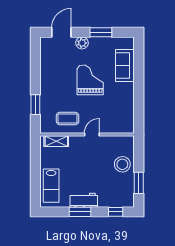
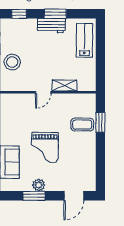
plant: (82, 43) -> (39, 185), moved
coffee table: (68, 118) -> (82, 125), moved
shelving: (56, 141) -> (64, 85), moved

